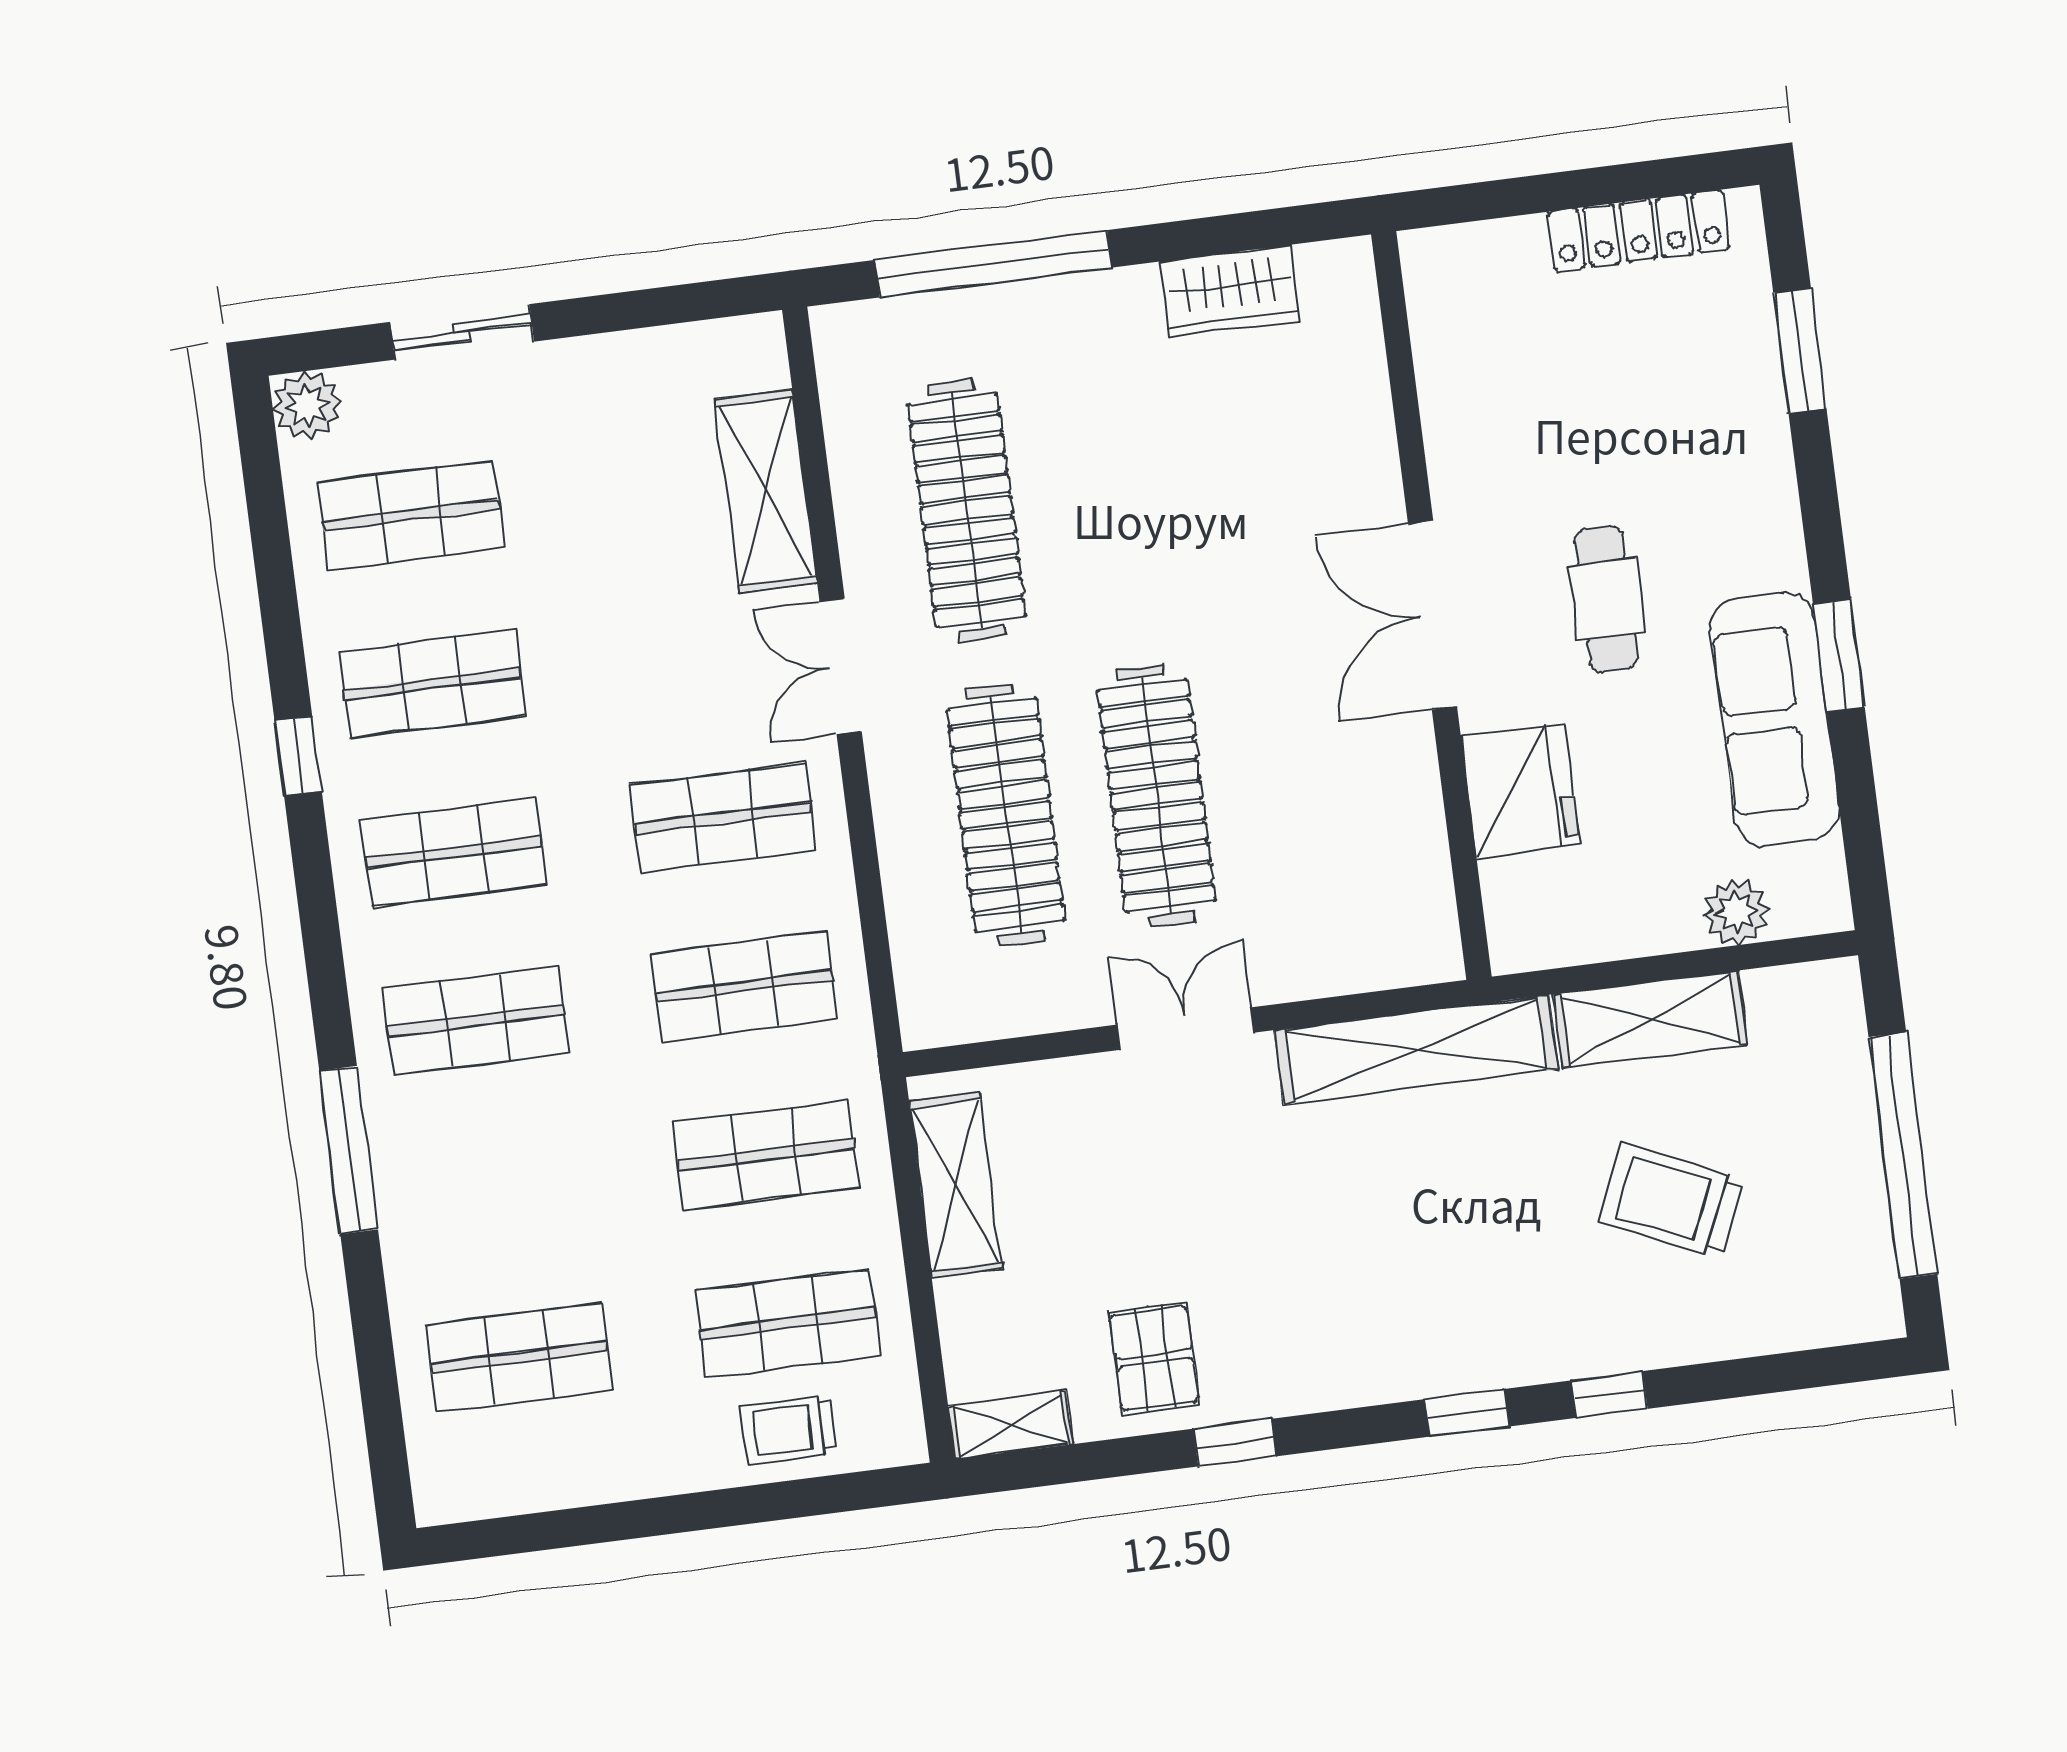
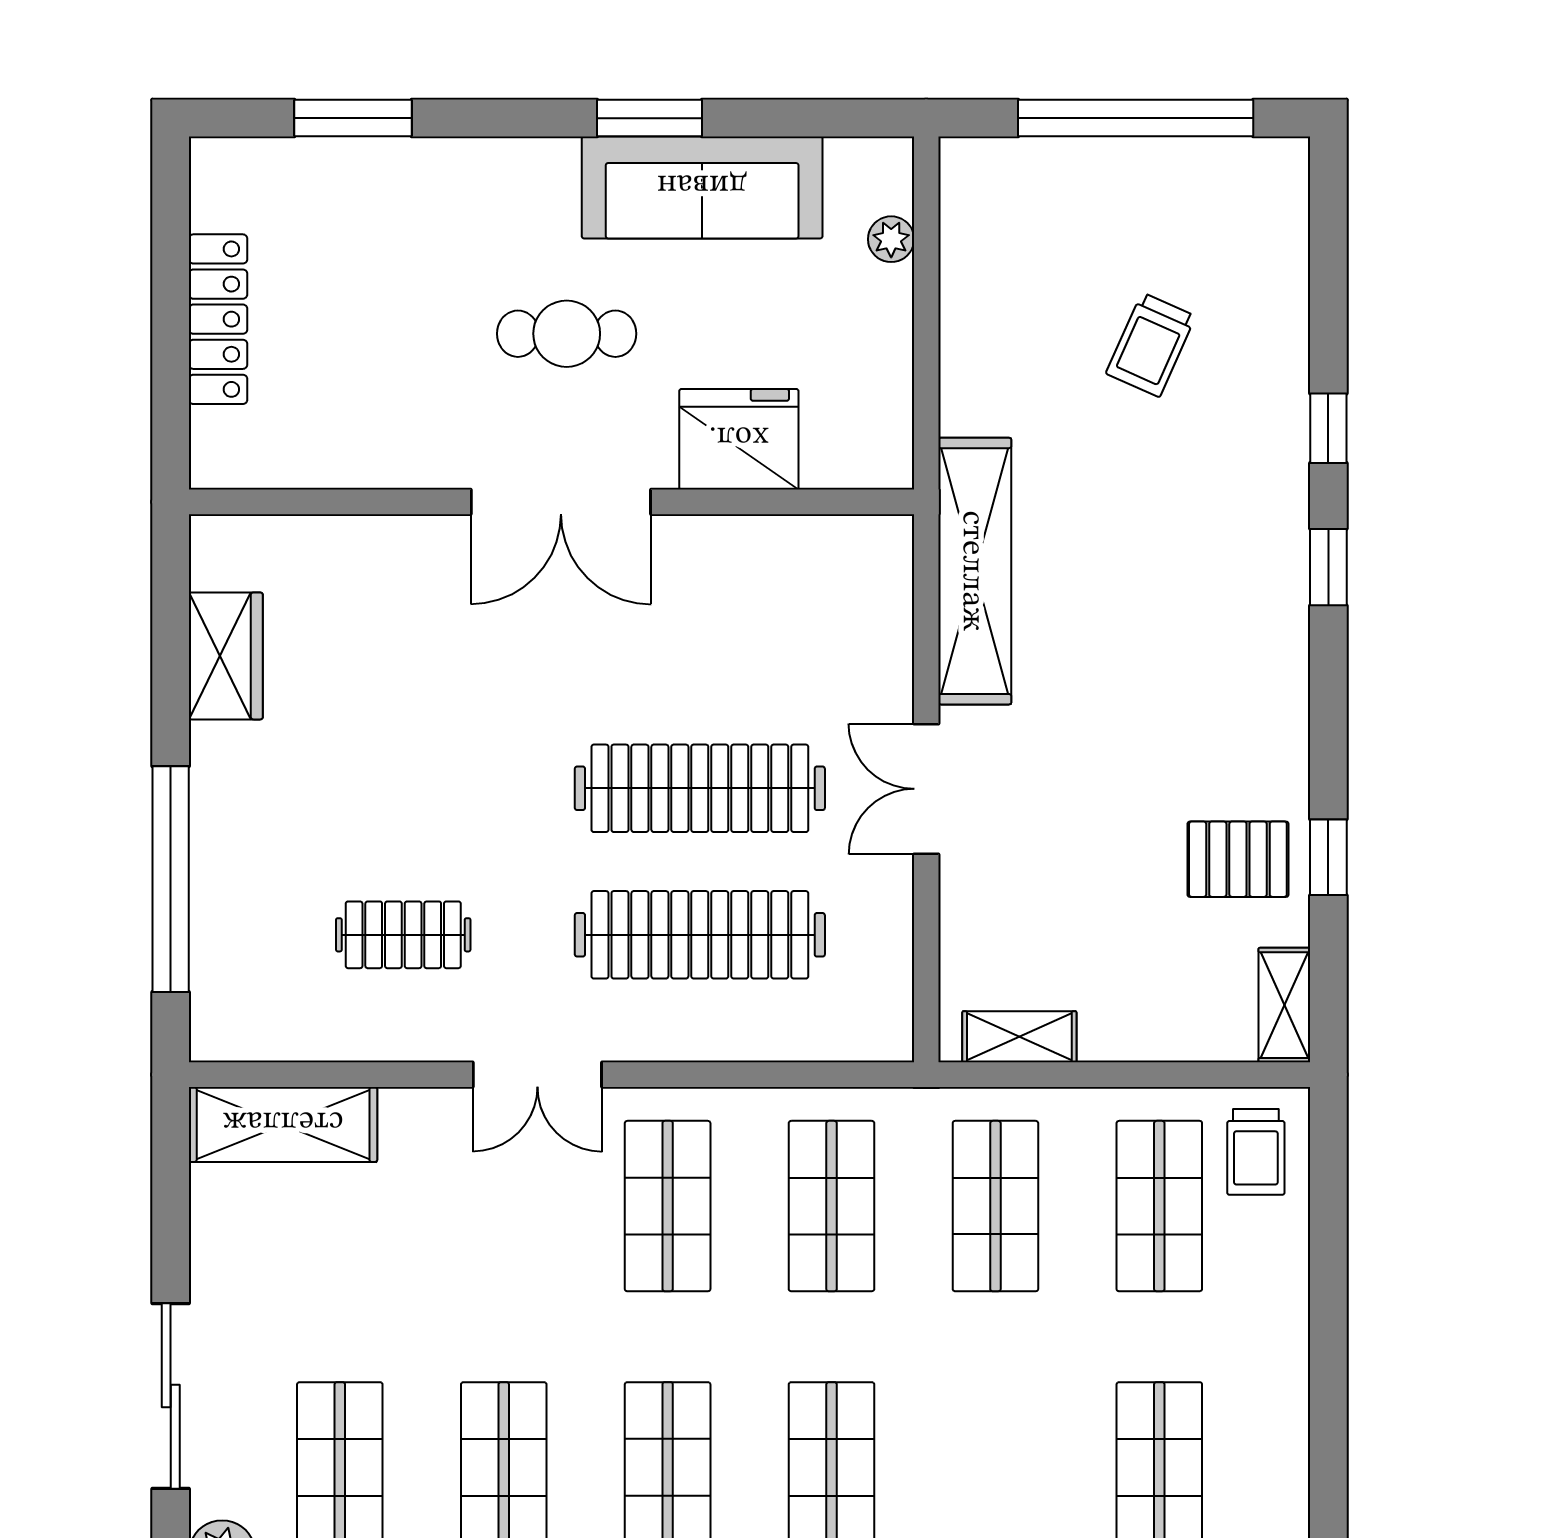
locker: (1638, 231) -> (218, 319), moved
sliding door: (462, 332) -> (171, 1396), width x1.37
shelving: (766, 491) -> (283, 1124), moved
clothes rail: (967, 510) -> (403, 935), width x0.54, depth x0.76
plant: (1736, 912) -> (891, 239), width x0.73, depth x0.73
shelving: (1650, 1019) -> (974, 343), removed
shelving: (956, 1185) -> (1019, 1037), width x0.67, depth x0.75
trolley: (1672, 1201) -> (1151, 345), width x0.73, depth x0.72
trolley: (789, 1429) -> (1256, 1152), moved
window: (1235, 1443) -> (1328, 857), moved

